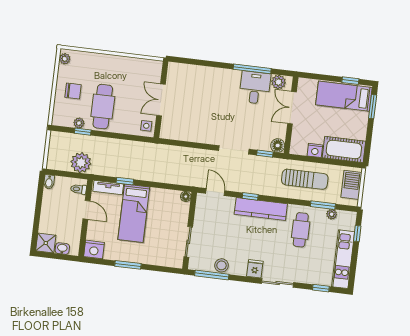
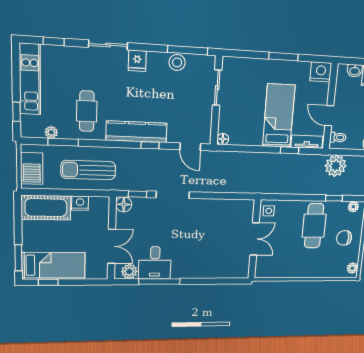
plant: (79, 123) -> (353, 207), moved

